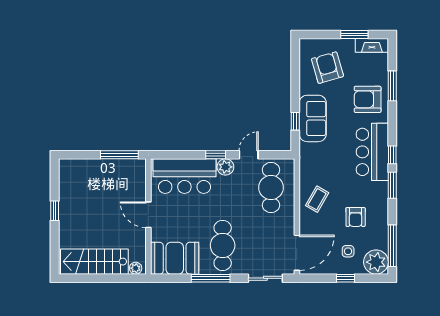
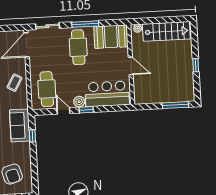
sofa: (313, 118) -> (20, 125), moved
window: (119, 155) -> (175, 105), moved
door: (249, 155) -> (63, 111), swing flipped

